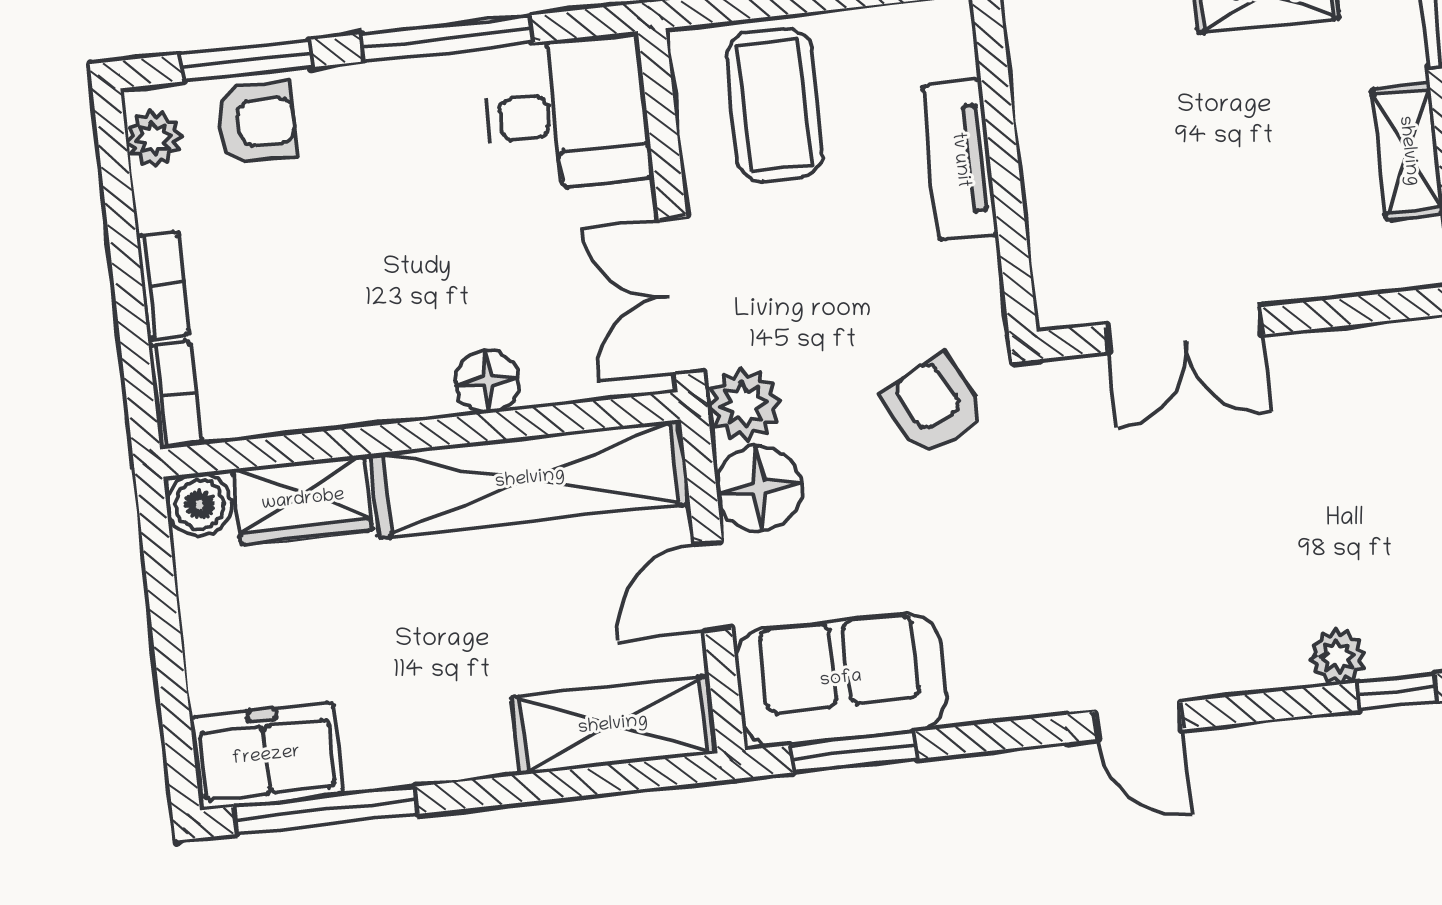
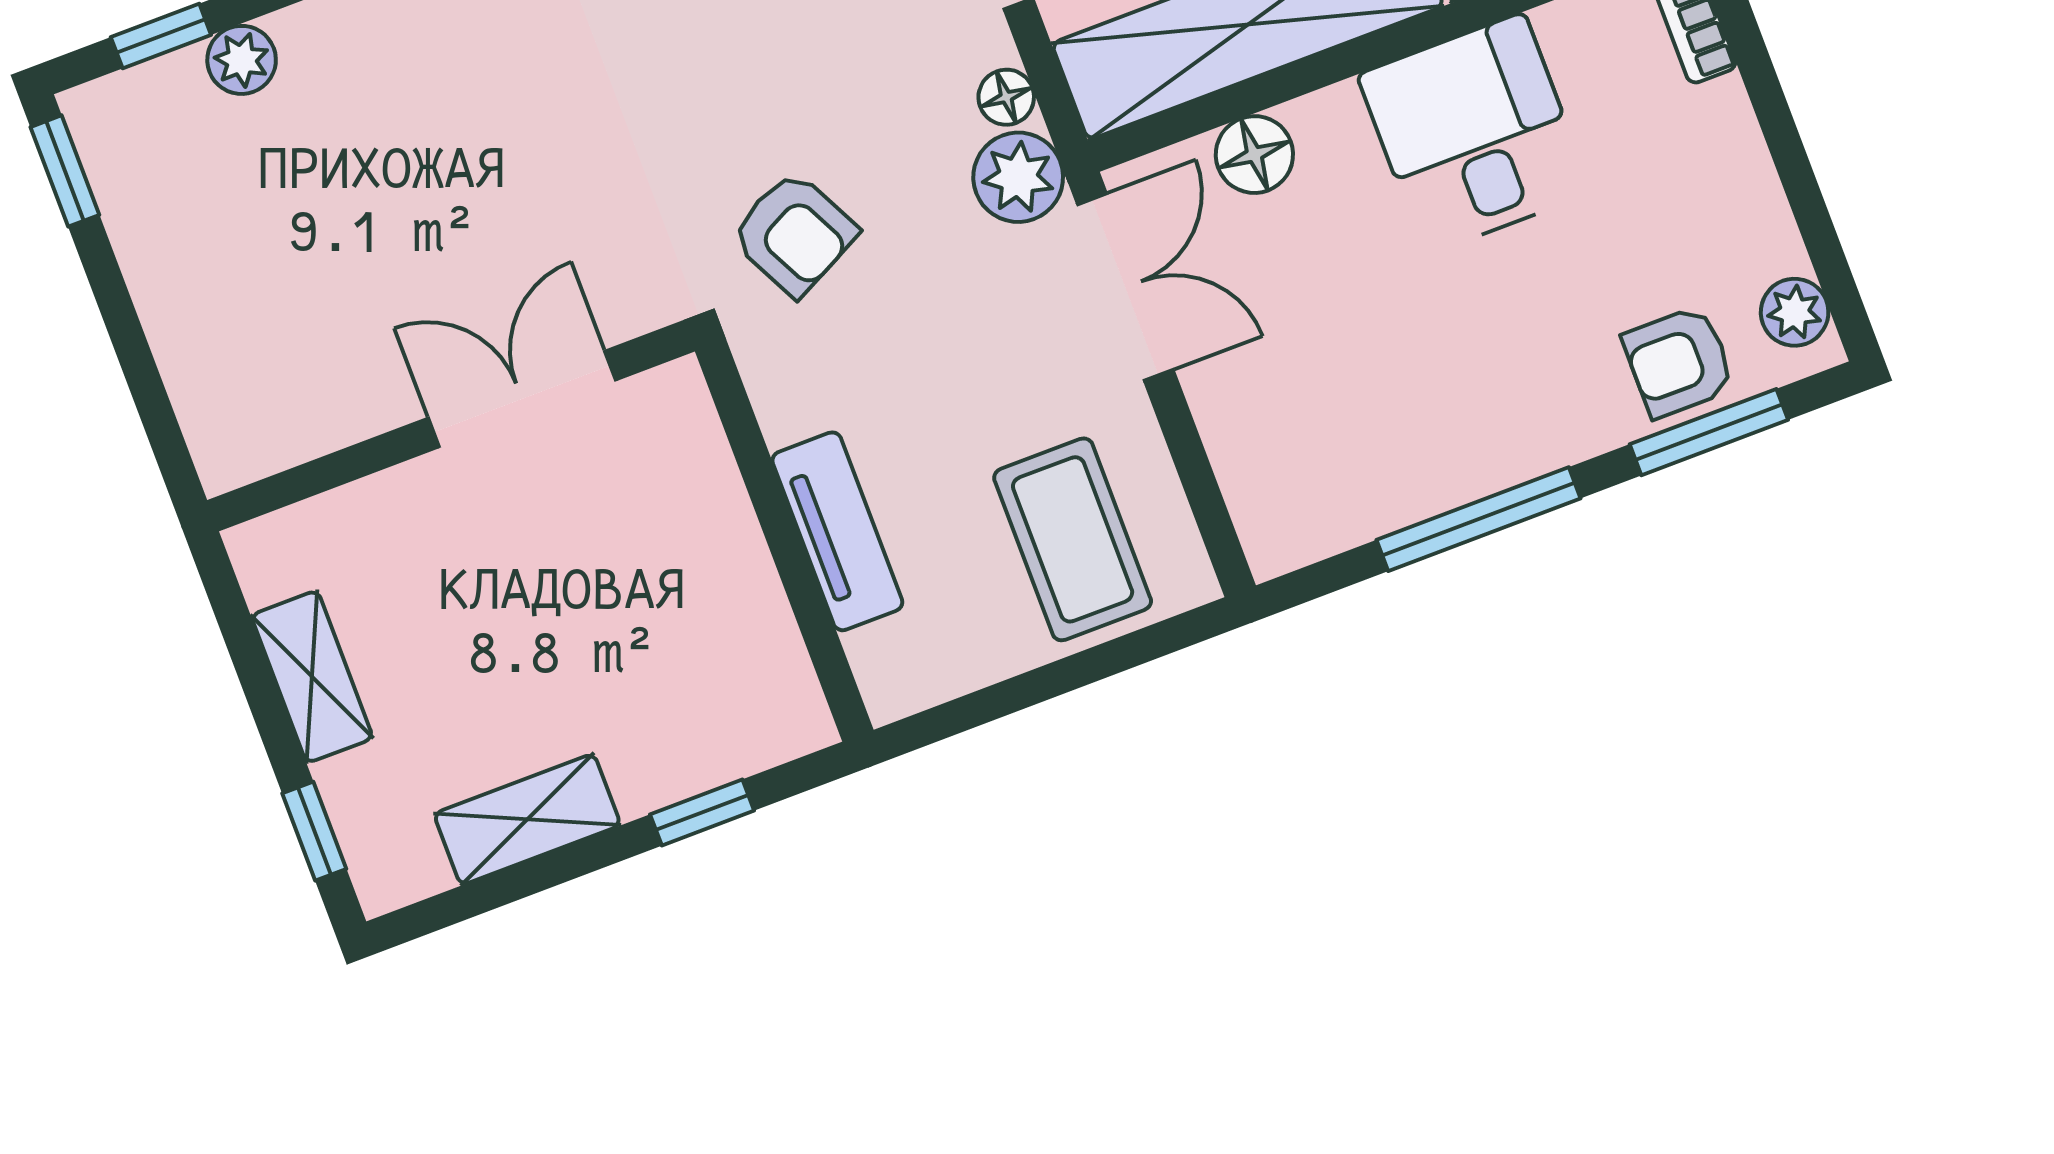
desk: (567, 113) -> (1474, 134), moved, turned 90
bookcase: (163, 285) -> (1739, 142), removed
floor lamp: (487, 381) -> (1254, 155), moved
floor lamp: (759, 488) -> (1006, 97), width x0.53, depth x0.53

